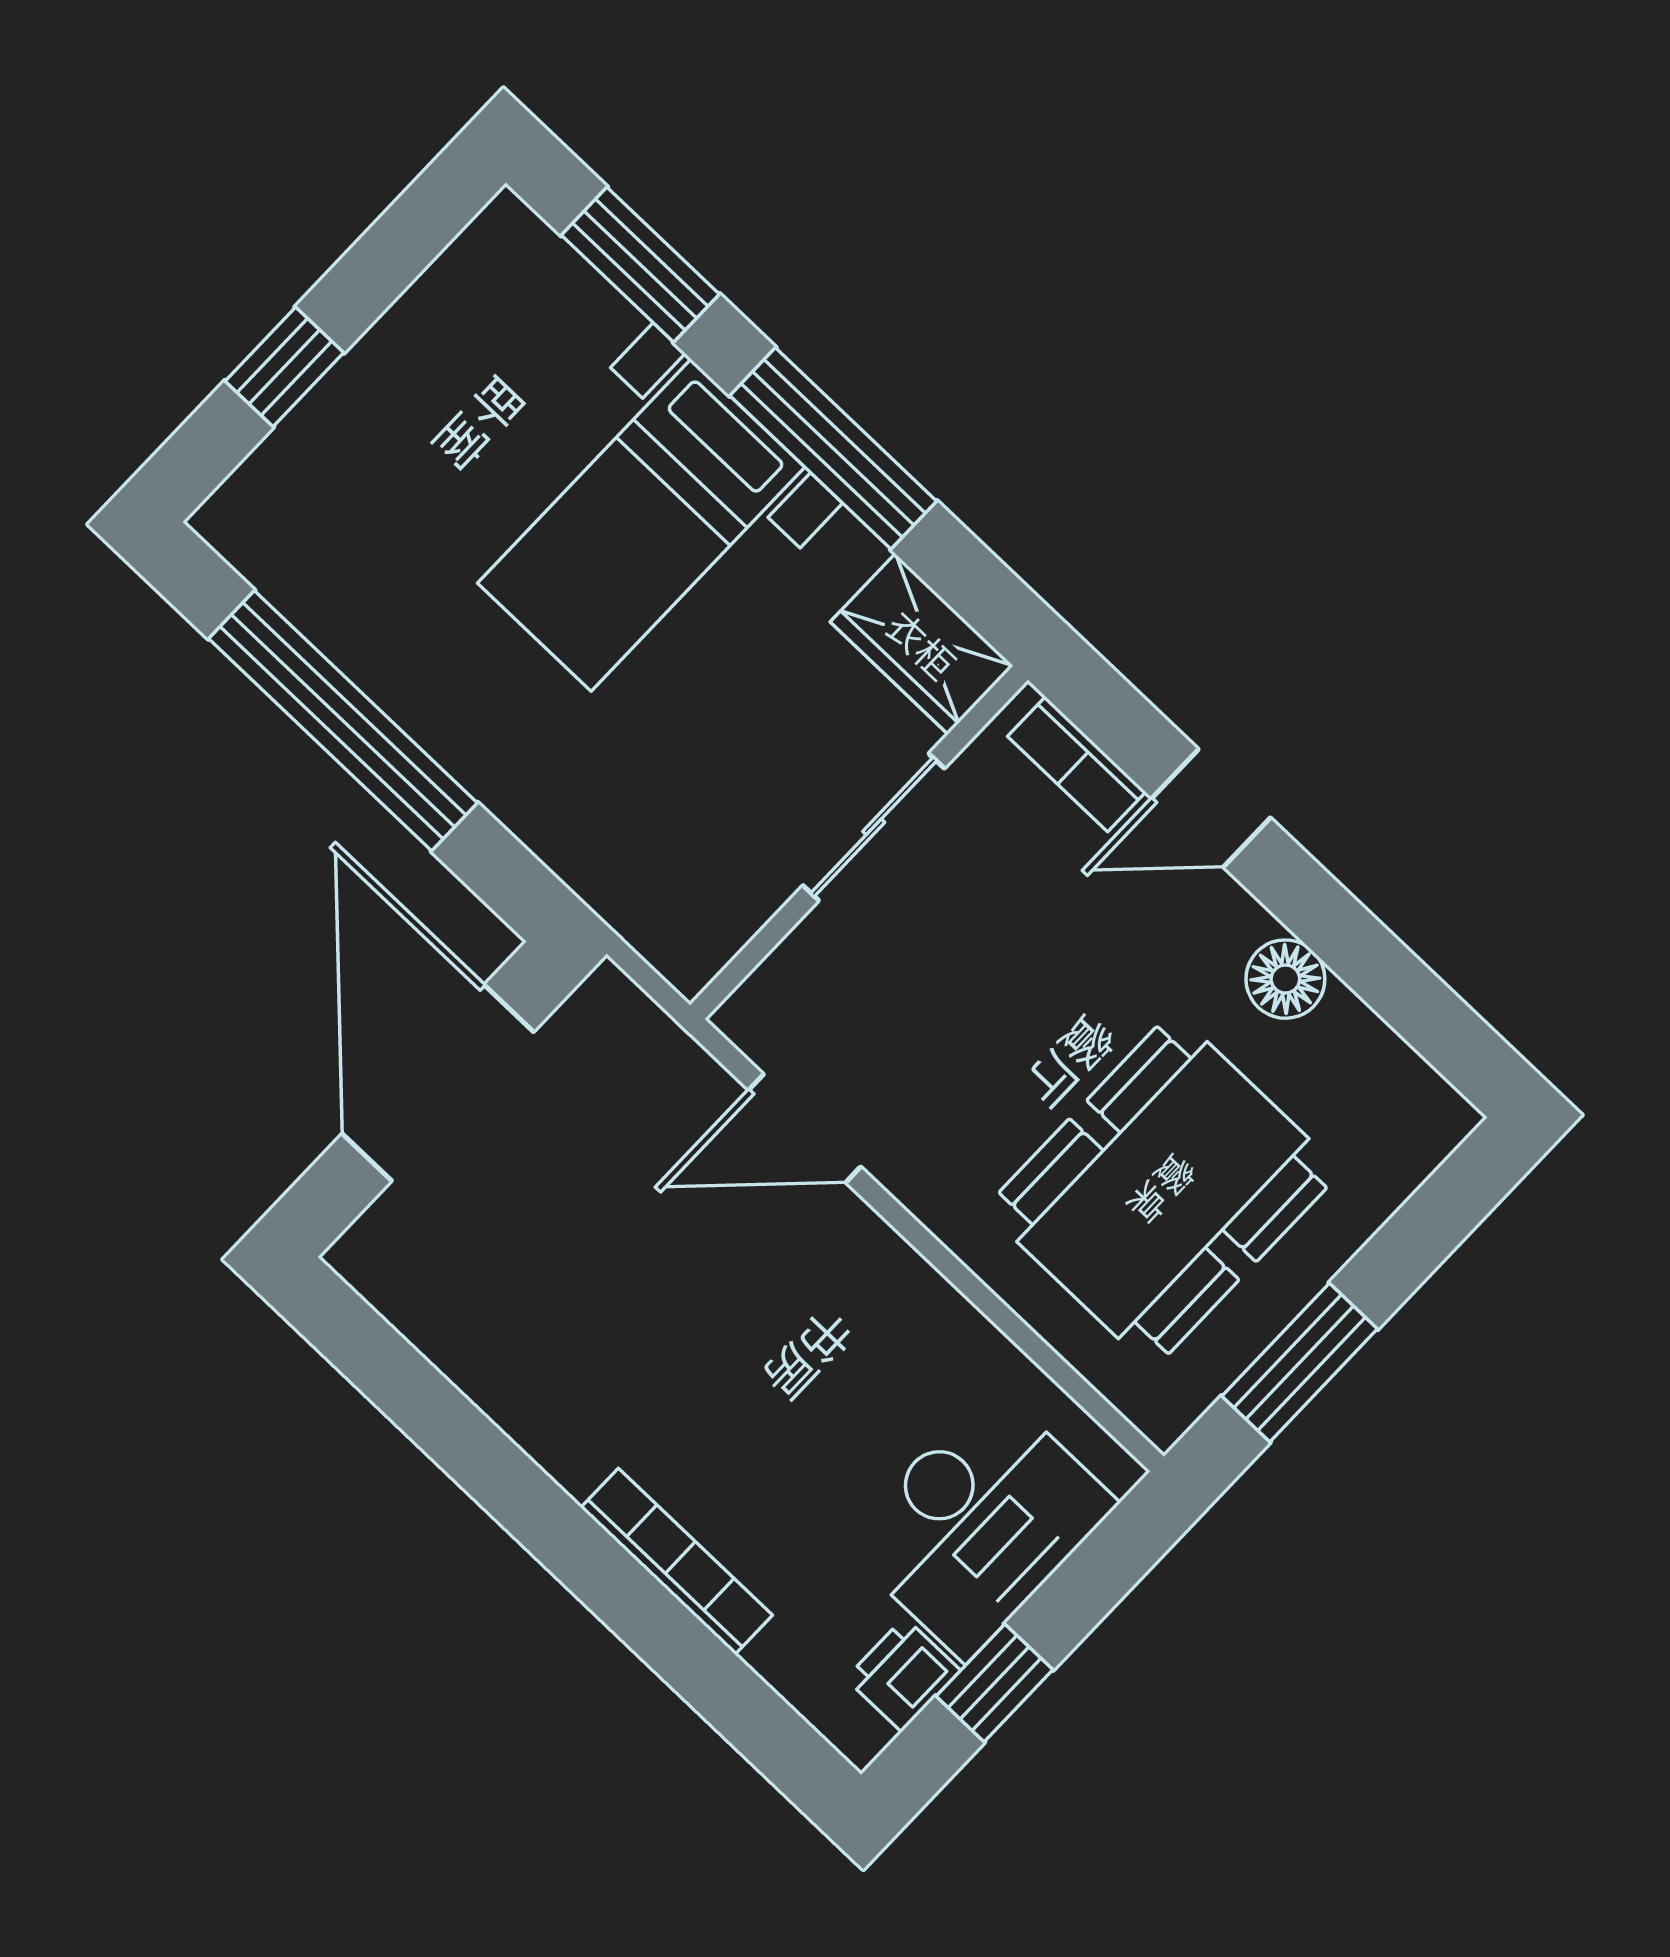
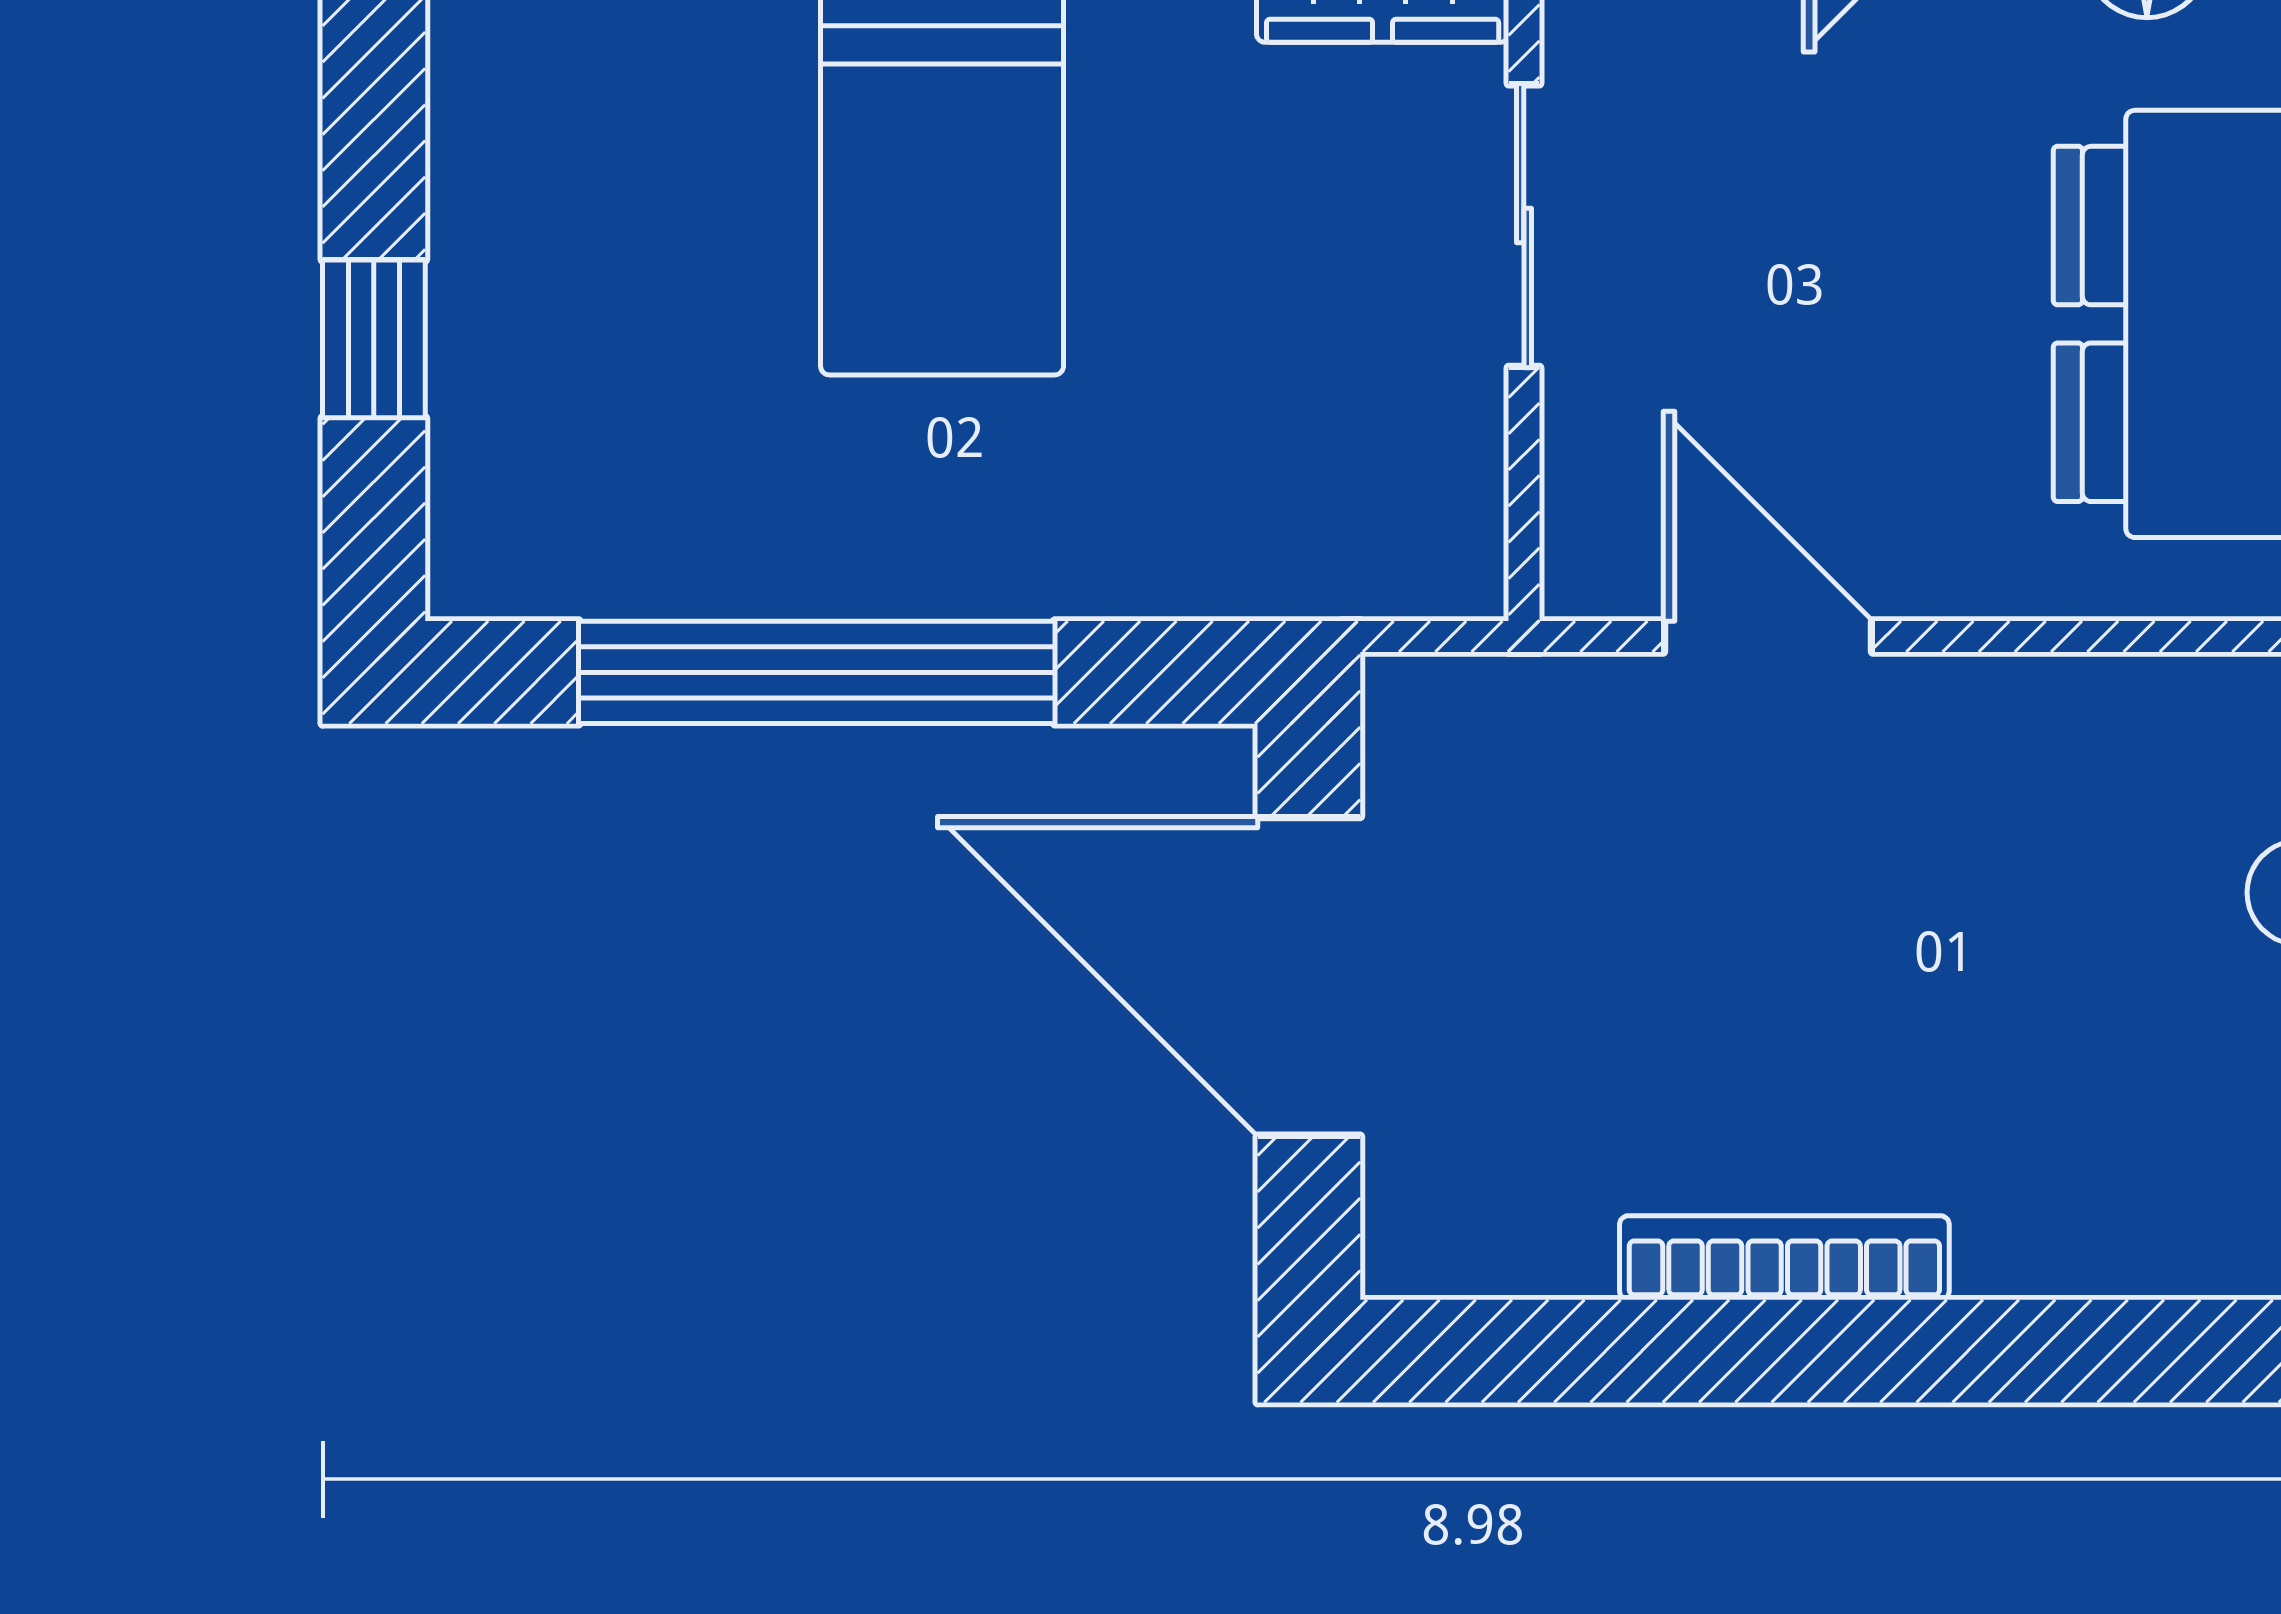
door: (805, 1128) -> (1768, 636), swing flipped
bookcase: (677, 1561) -> (1784, 1258), moved

